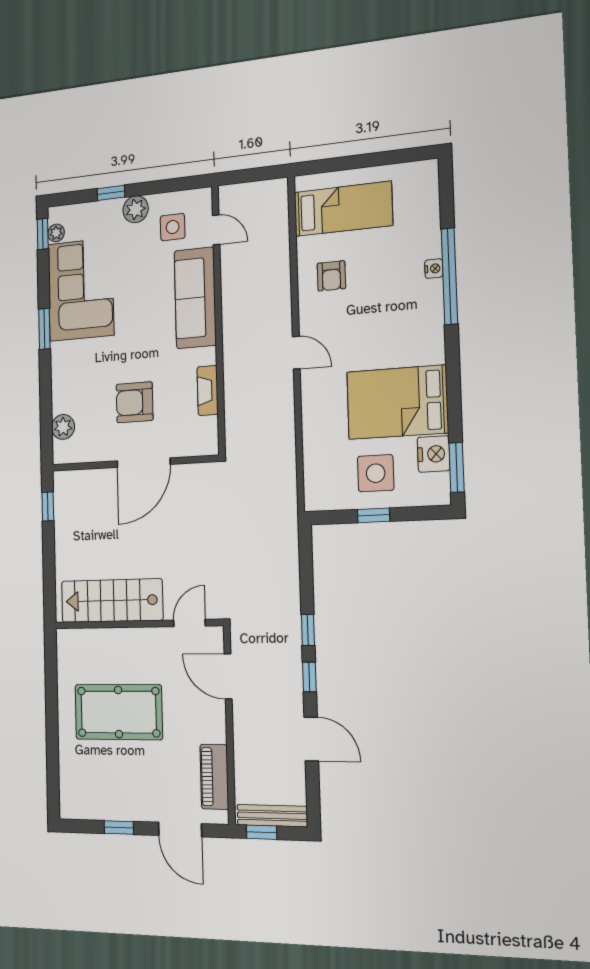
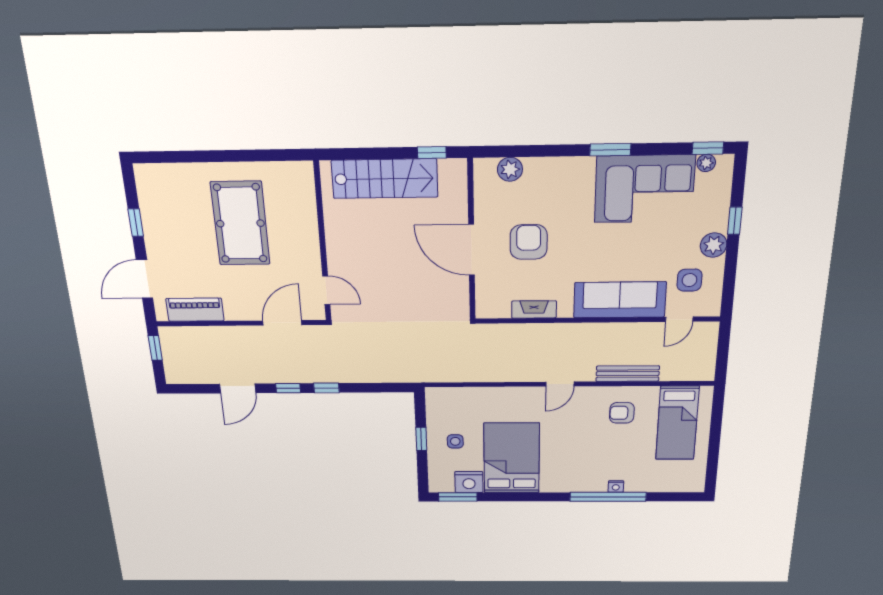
side table: (376, 473) -> (455, 441), width x0.54, depth x0.54
stairs: (112, 601) -> (385, 179), moved, turned 90
bench: (272, 816) -> (628, 374), moved, turned 90

